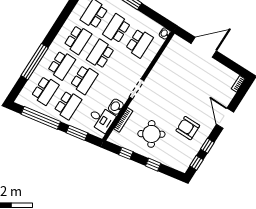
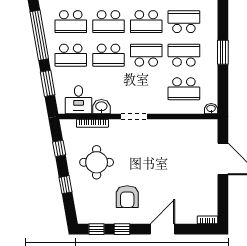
armchair: (188, 128) -> (127, 197), turned 180
round table: (151, 134) -> (97, 162), turned 31

